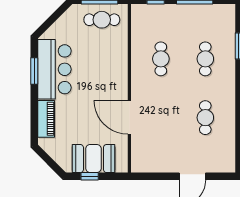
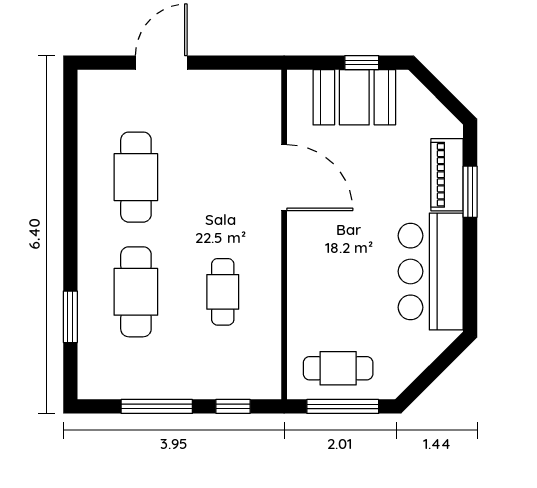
cafe table: (205, 59) -> (136, 292), width x1.37, depth x1.35
window: (34, 71) -> (470, 192), moved
cafe table: (205, 118) -> (136, 177), width x1.37, depth x1.35

